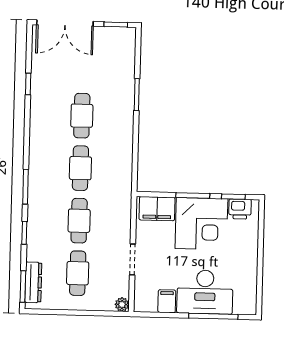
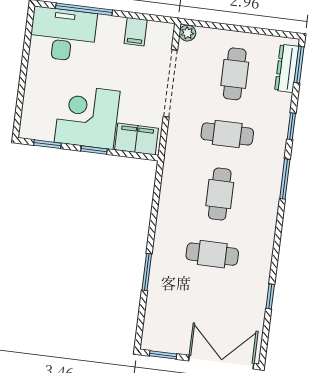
cafe table: (82, 116) -> (212, 254), turned 90
window: (193, 196) -> (94, 150), width x0.67
printer: (240, 209) -> (41, 129), removed
cafe table: (79, 221) -> (227, 134), turned 90
doorway: (133, 260) -> (170, 83), width x1.88
desk: (205, 292) -> (63, 34), moved

